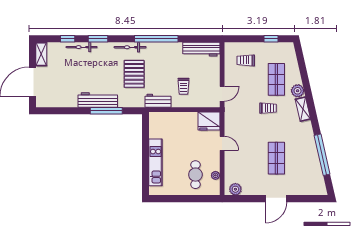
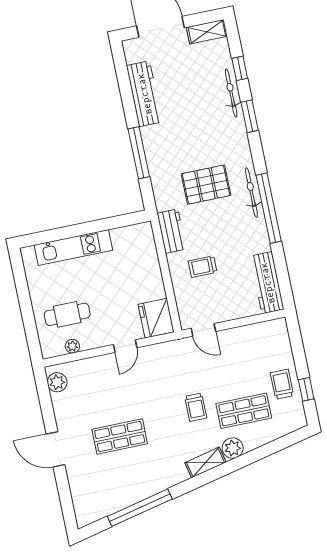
bicycle: (130, 47) -> (251, 193), moved
trolley: (246, 60) -> (282, 384), moved
workbench: (98, 100) -> (144, 94), moved

